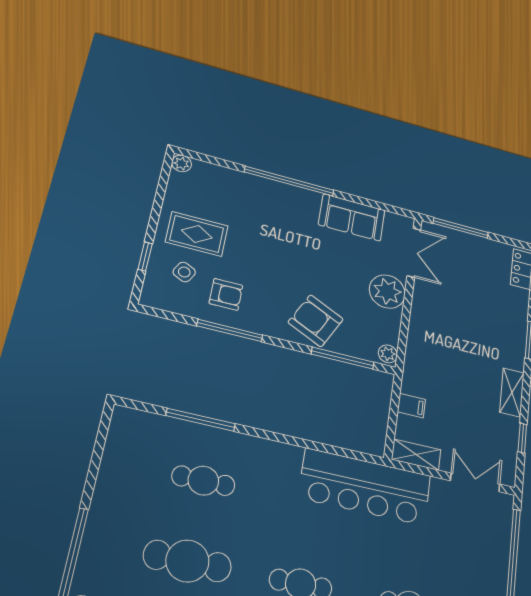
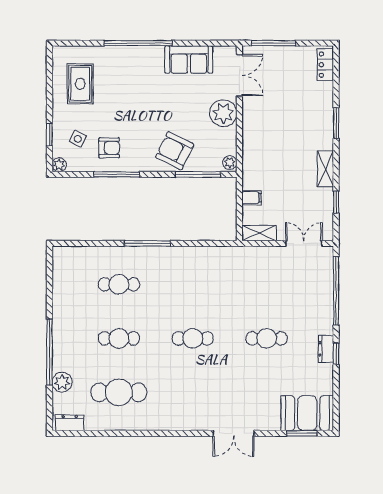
plant: (182, 163) -> (59, 165), moved
rug: (197, 234) -> (80, 84), moved, turned 90
window: (201, 420) -> (148, 243), moved
bar counter: (365, 487) -> (226, 264), removed
cafe table: (187, 561) -> (119, 338), width x0.73, depth x0.74

